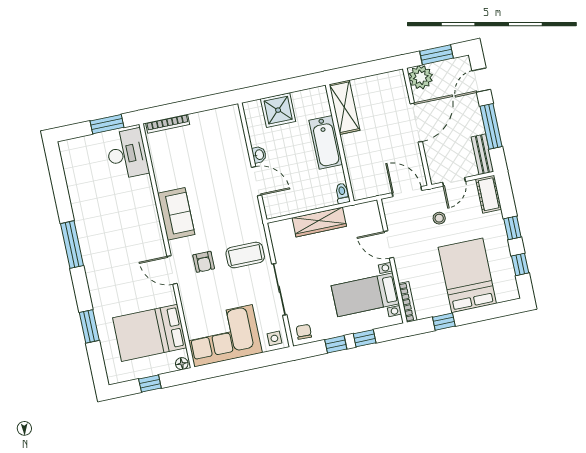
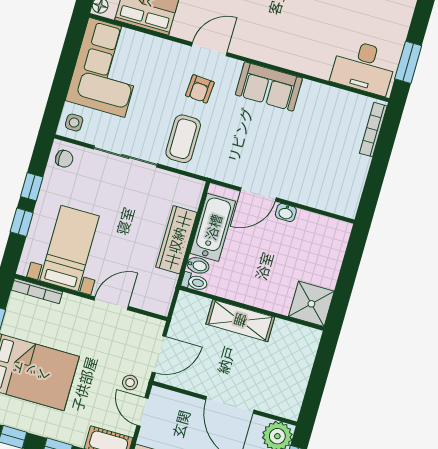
shelving: (344, 107) -> (240, 321), moved
shower: (278, 110) -> (311, 304), moved
bathtub: (326, 142) -> (213, 227), moved, turned 90
bidet: (329, 197) -> (198, 265), added
stool: (439, 218) -> (130, 383), moved
armchair: (204, 262) -> (200, 89), turned -86

